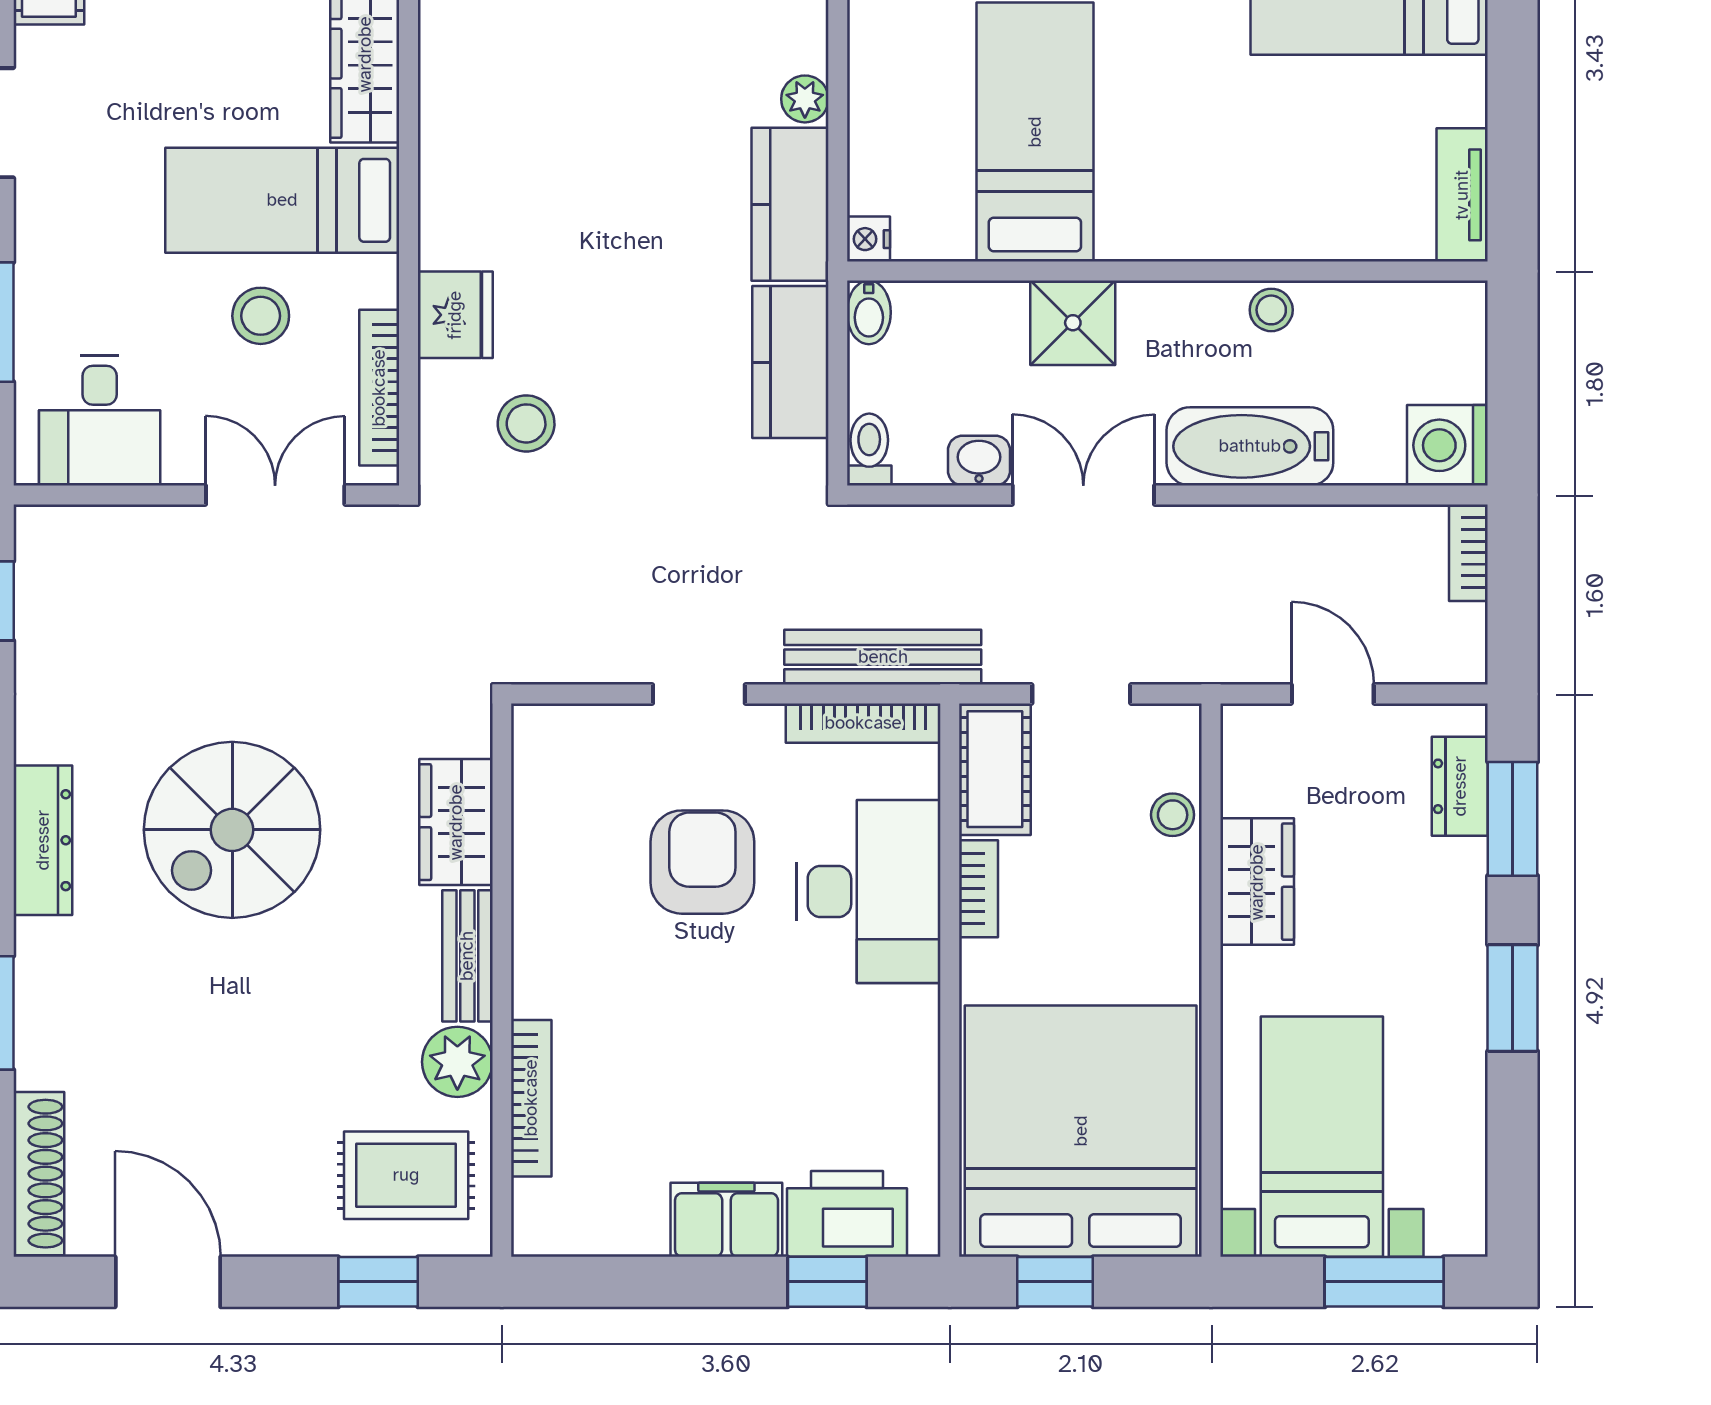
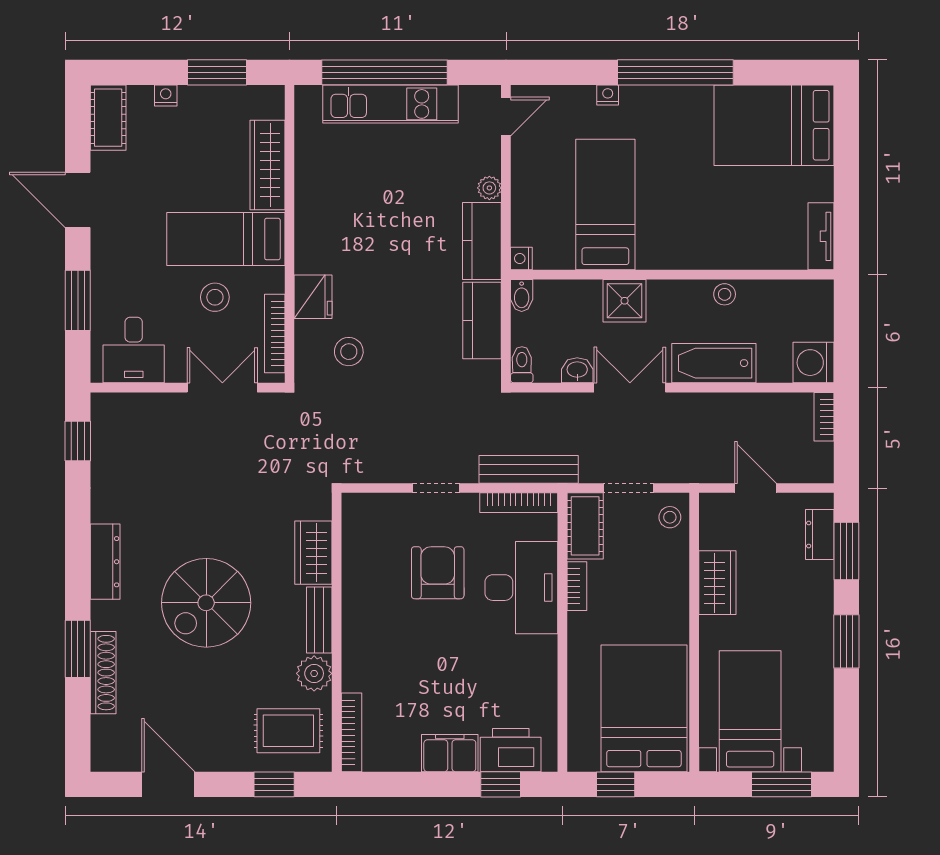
stool: (1173, 815) -> (670, 517), moved
spiral stairs: (232, 830) -> (206, 603), moved
bookcase: (531, 1098) -> (351, 732), moved
bed: (1081, 1131) -> (644, 708), width x0.73
shoe rack: (39, 1174) -> (103, 673), moved

